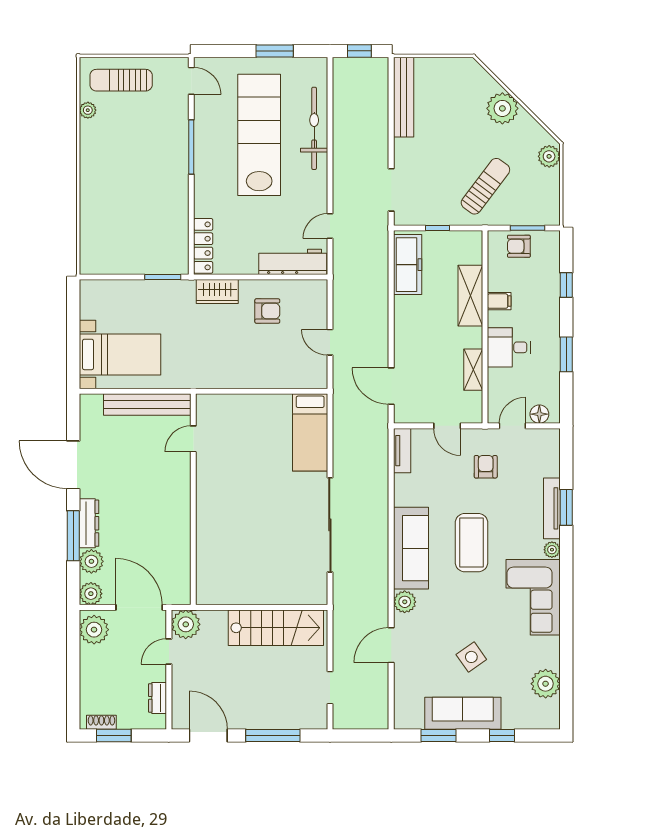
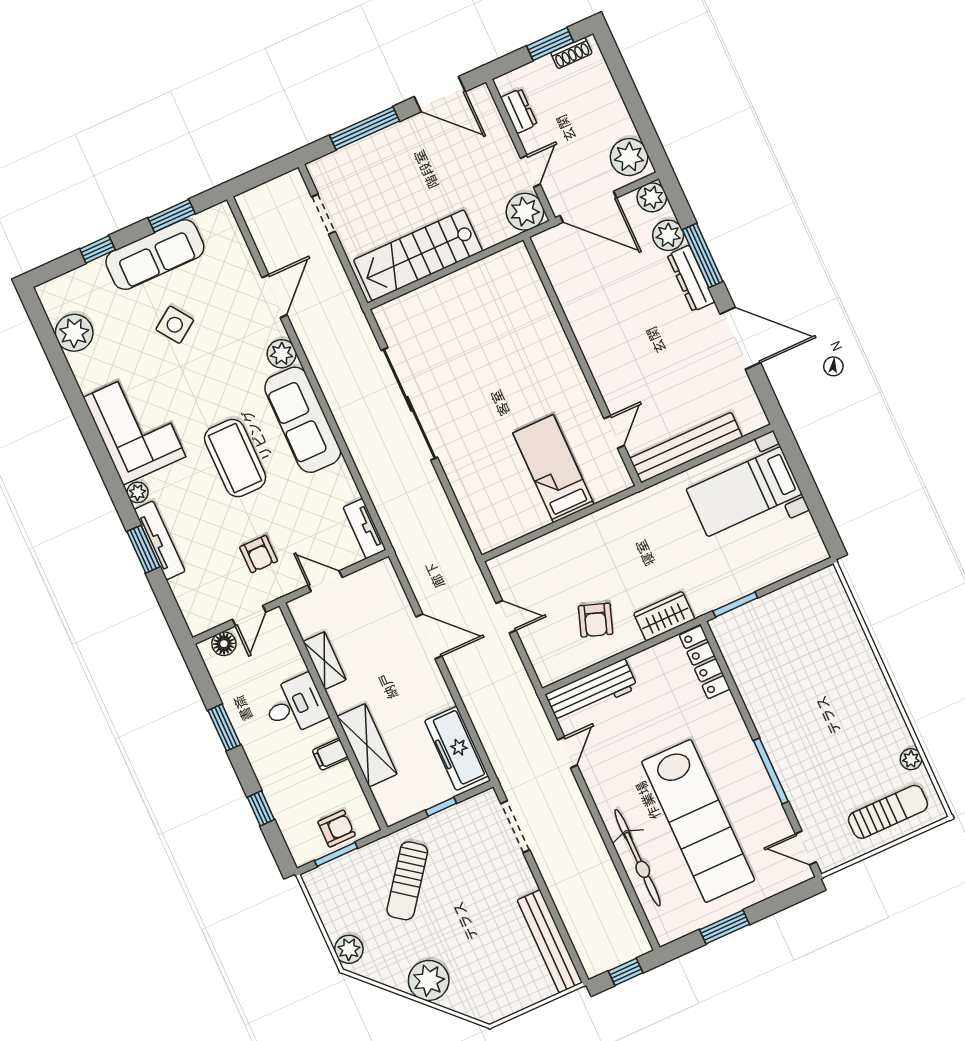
armchair: (267, 311) -> (596, 620), turned -71
door: (391, 386) -> (429, 636), moved
bed: (310, 432) -> (553, 469), moved

